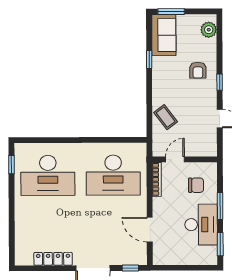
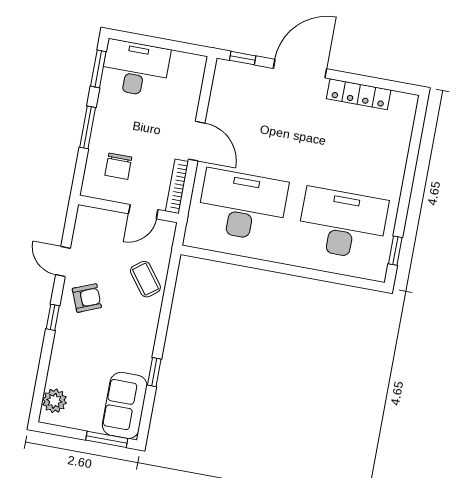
armchair: (198, 70) -> (87, 298), moved, turned 68
chair: (196, 185) -> (118, 166), turned -90
desk: (201, 225) -> (135, 68), moved, turned 90
door: (150, 230) -> (197, 141), moved

